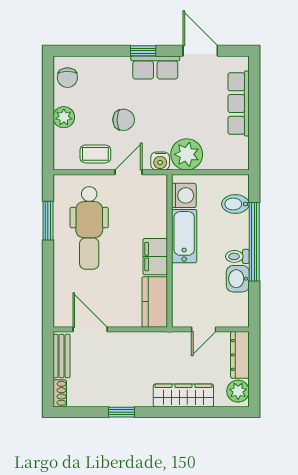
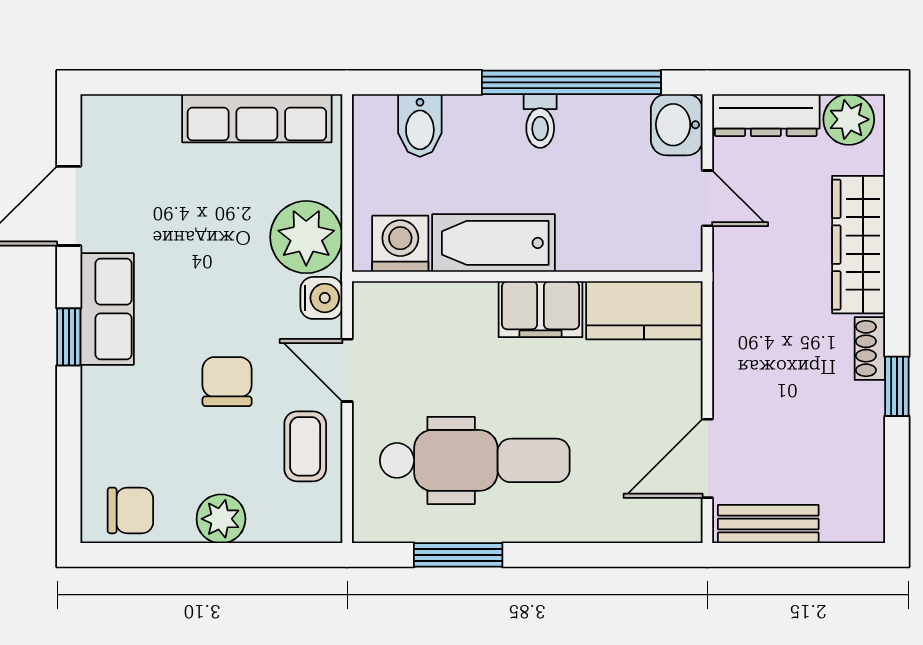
row of seats: (239, 104) -> (257, 118), moved
window: (254, 242) -> (571, 82), moved
washbasin: (238, 279) -> (677, 125), moved, turned 90
shoe rack: (60, 393) -> (870, 348), moved, turned -90

